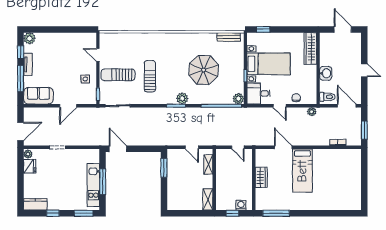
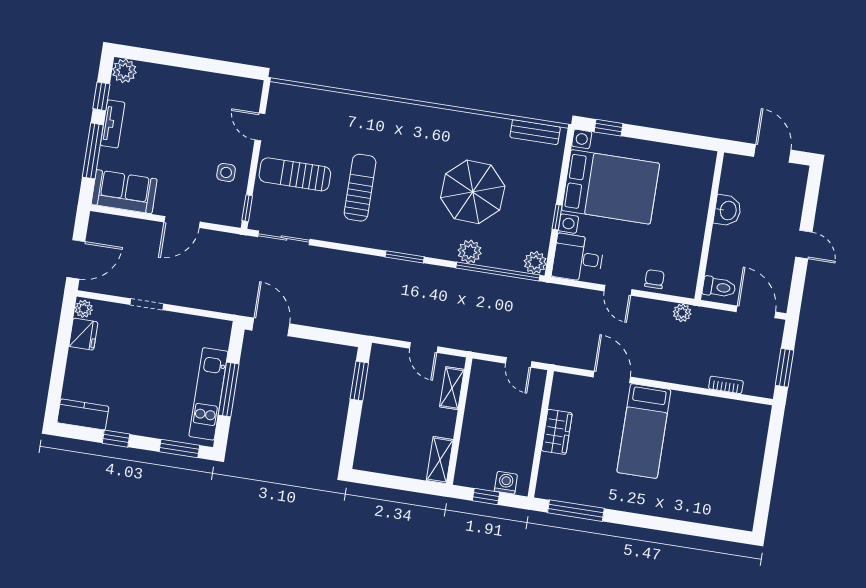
wardrobe: (310, 48) -> (700, 182), removed
bed with nightstands: (269, 64) -> (611, 187), width x1.36
washbasin: (326, 73) -> (728, 210), moved
plant: (182, 98) -> (470, 252), moved

